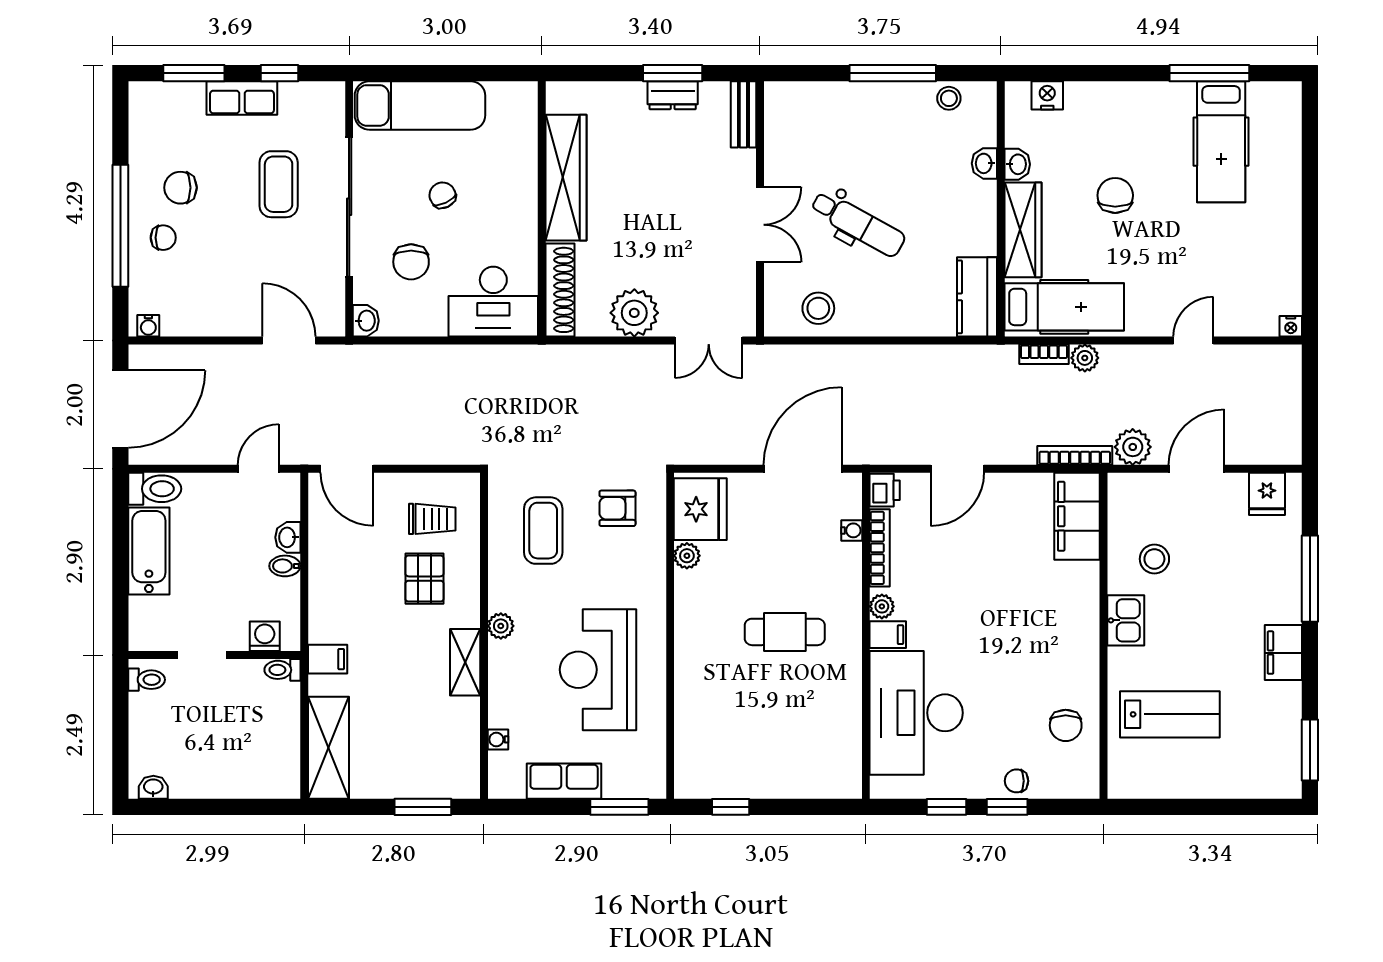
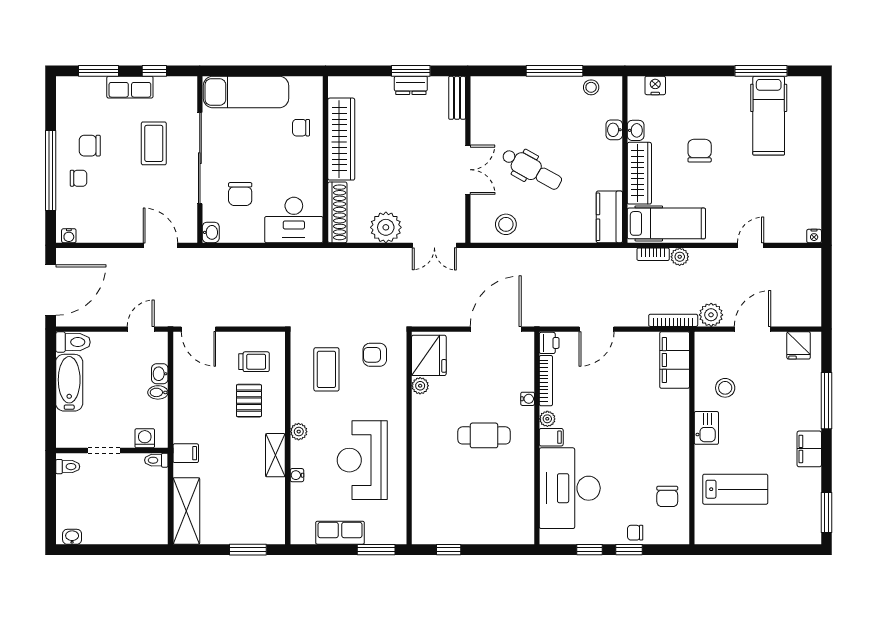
chair: (442, 195) -> (301, 128), moved, turned -65
water cooler: (852, 530) -> (528, 399), moved
water cooler: (498, 739) -> (297, 475), moved

